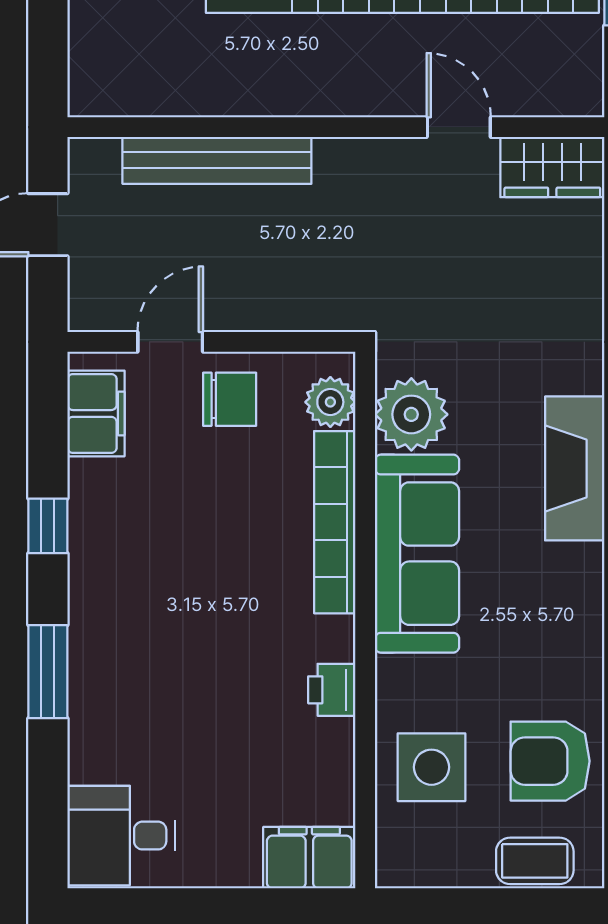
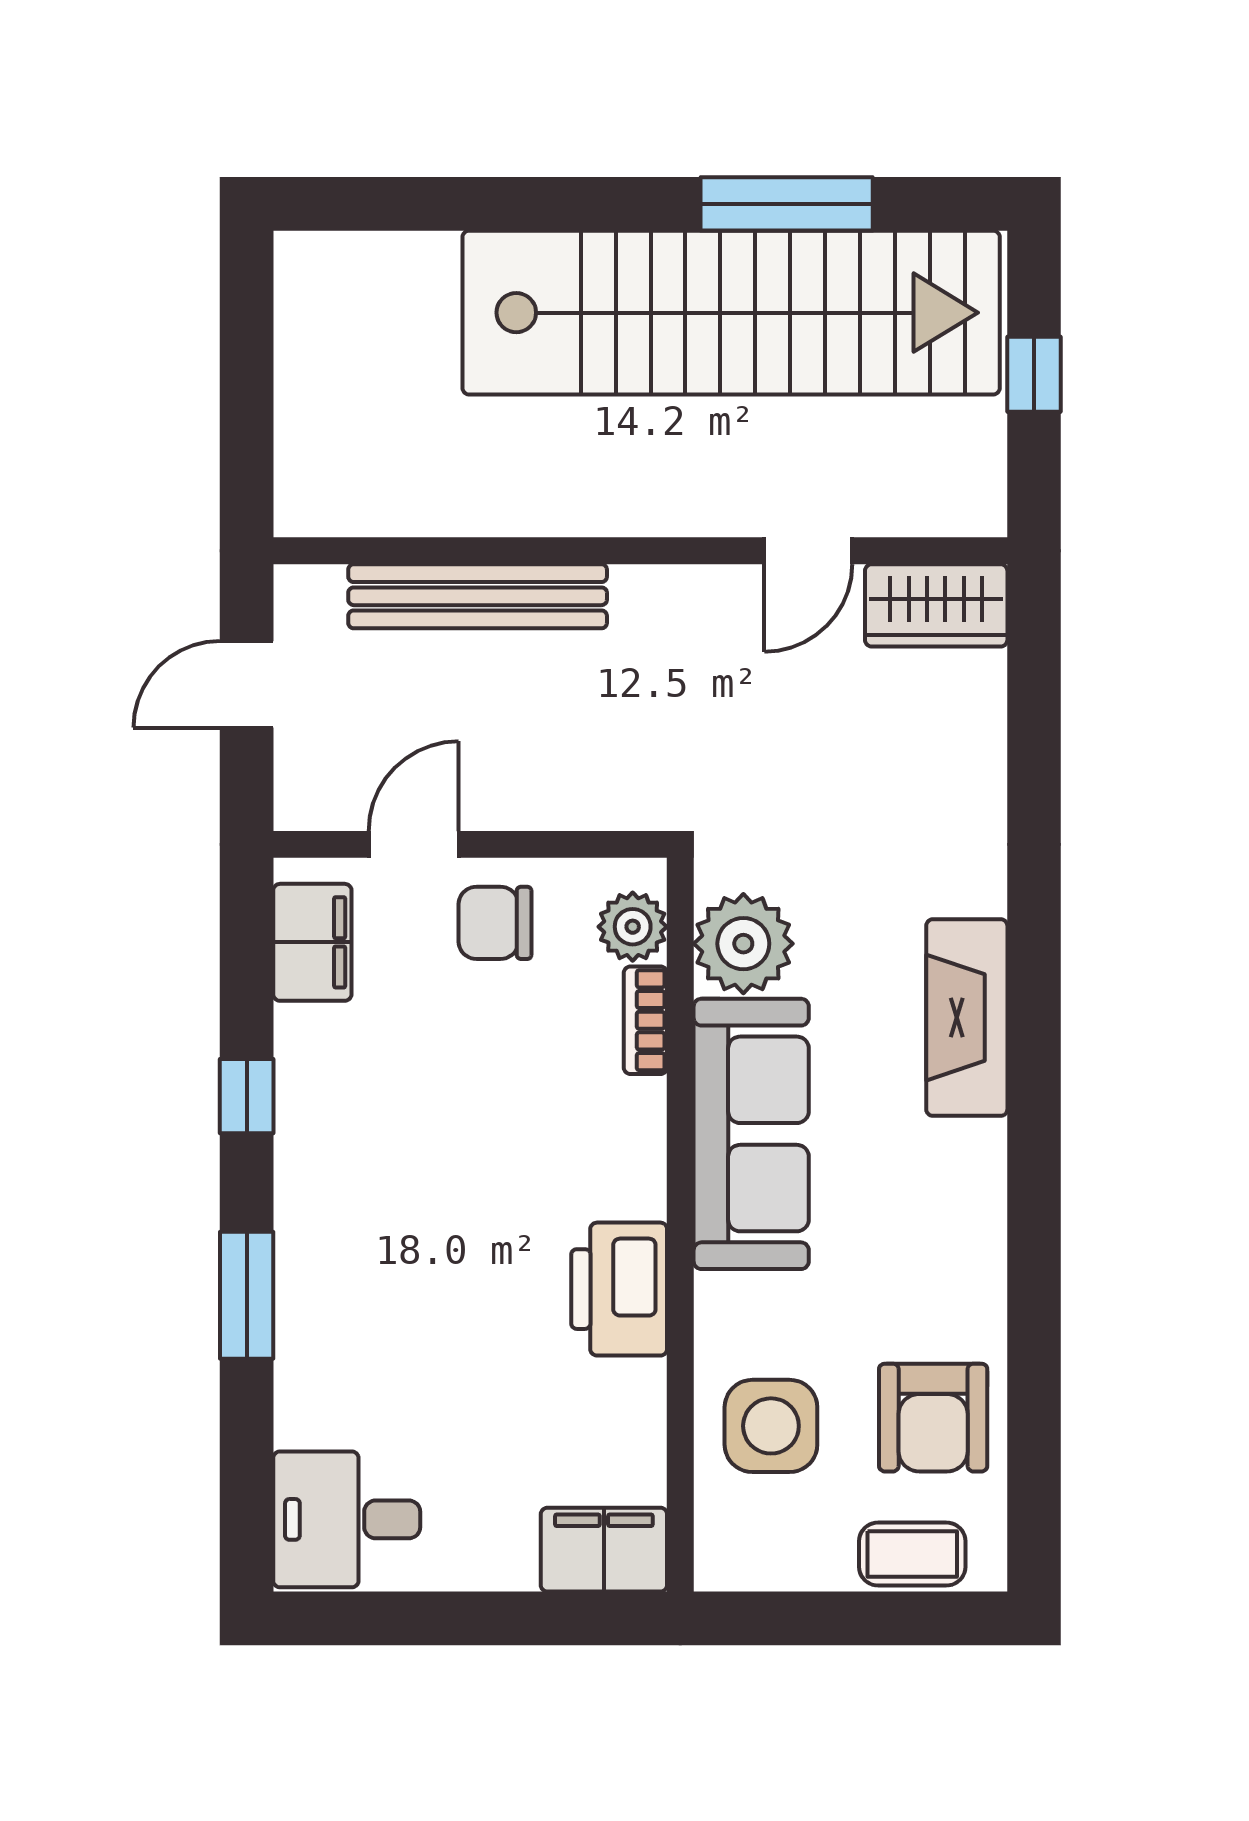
door: (459, 127) -> (808, 551), swing flipped
chair: (230, 399) -> (495, 923), turned 180
bookcase: (335, 522) -> (645, 1020), width x0.43, depth x0.76
printer: (332, 690) -> (619, 1289), width x1.87, depth x1.48
armchair: (550, 761) -> (933, 1418), turned -90

